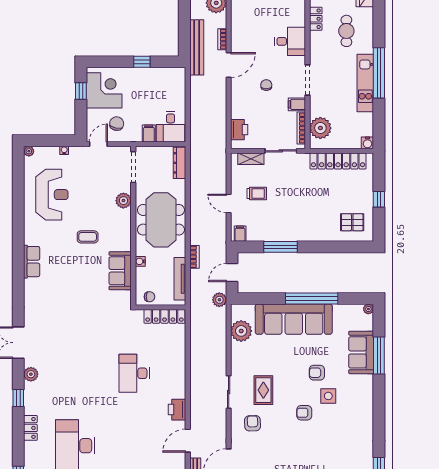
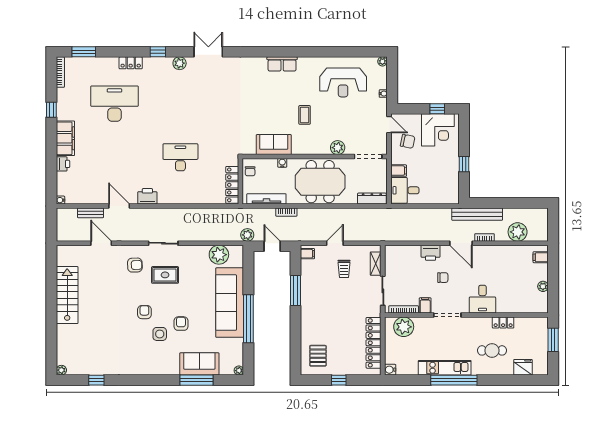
printer: (239, 130) -> (431, 253), moved

